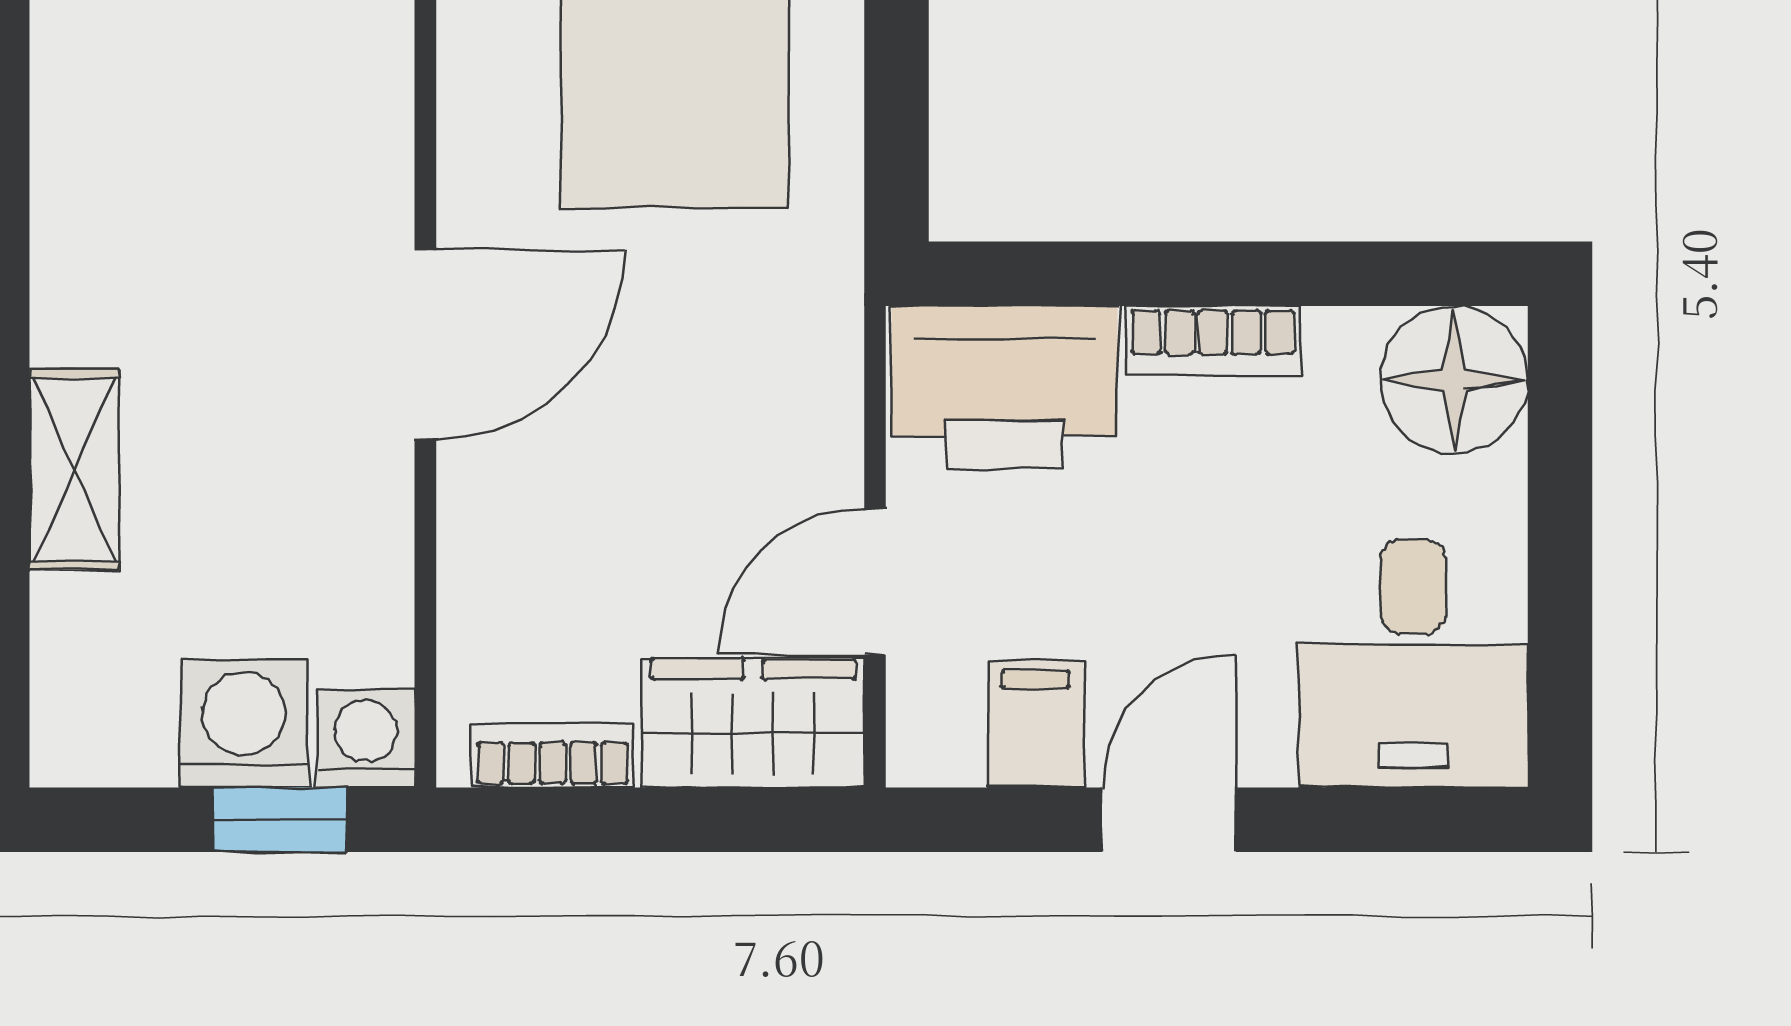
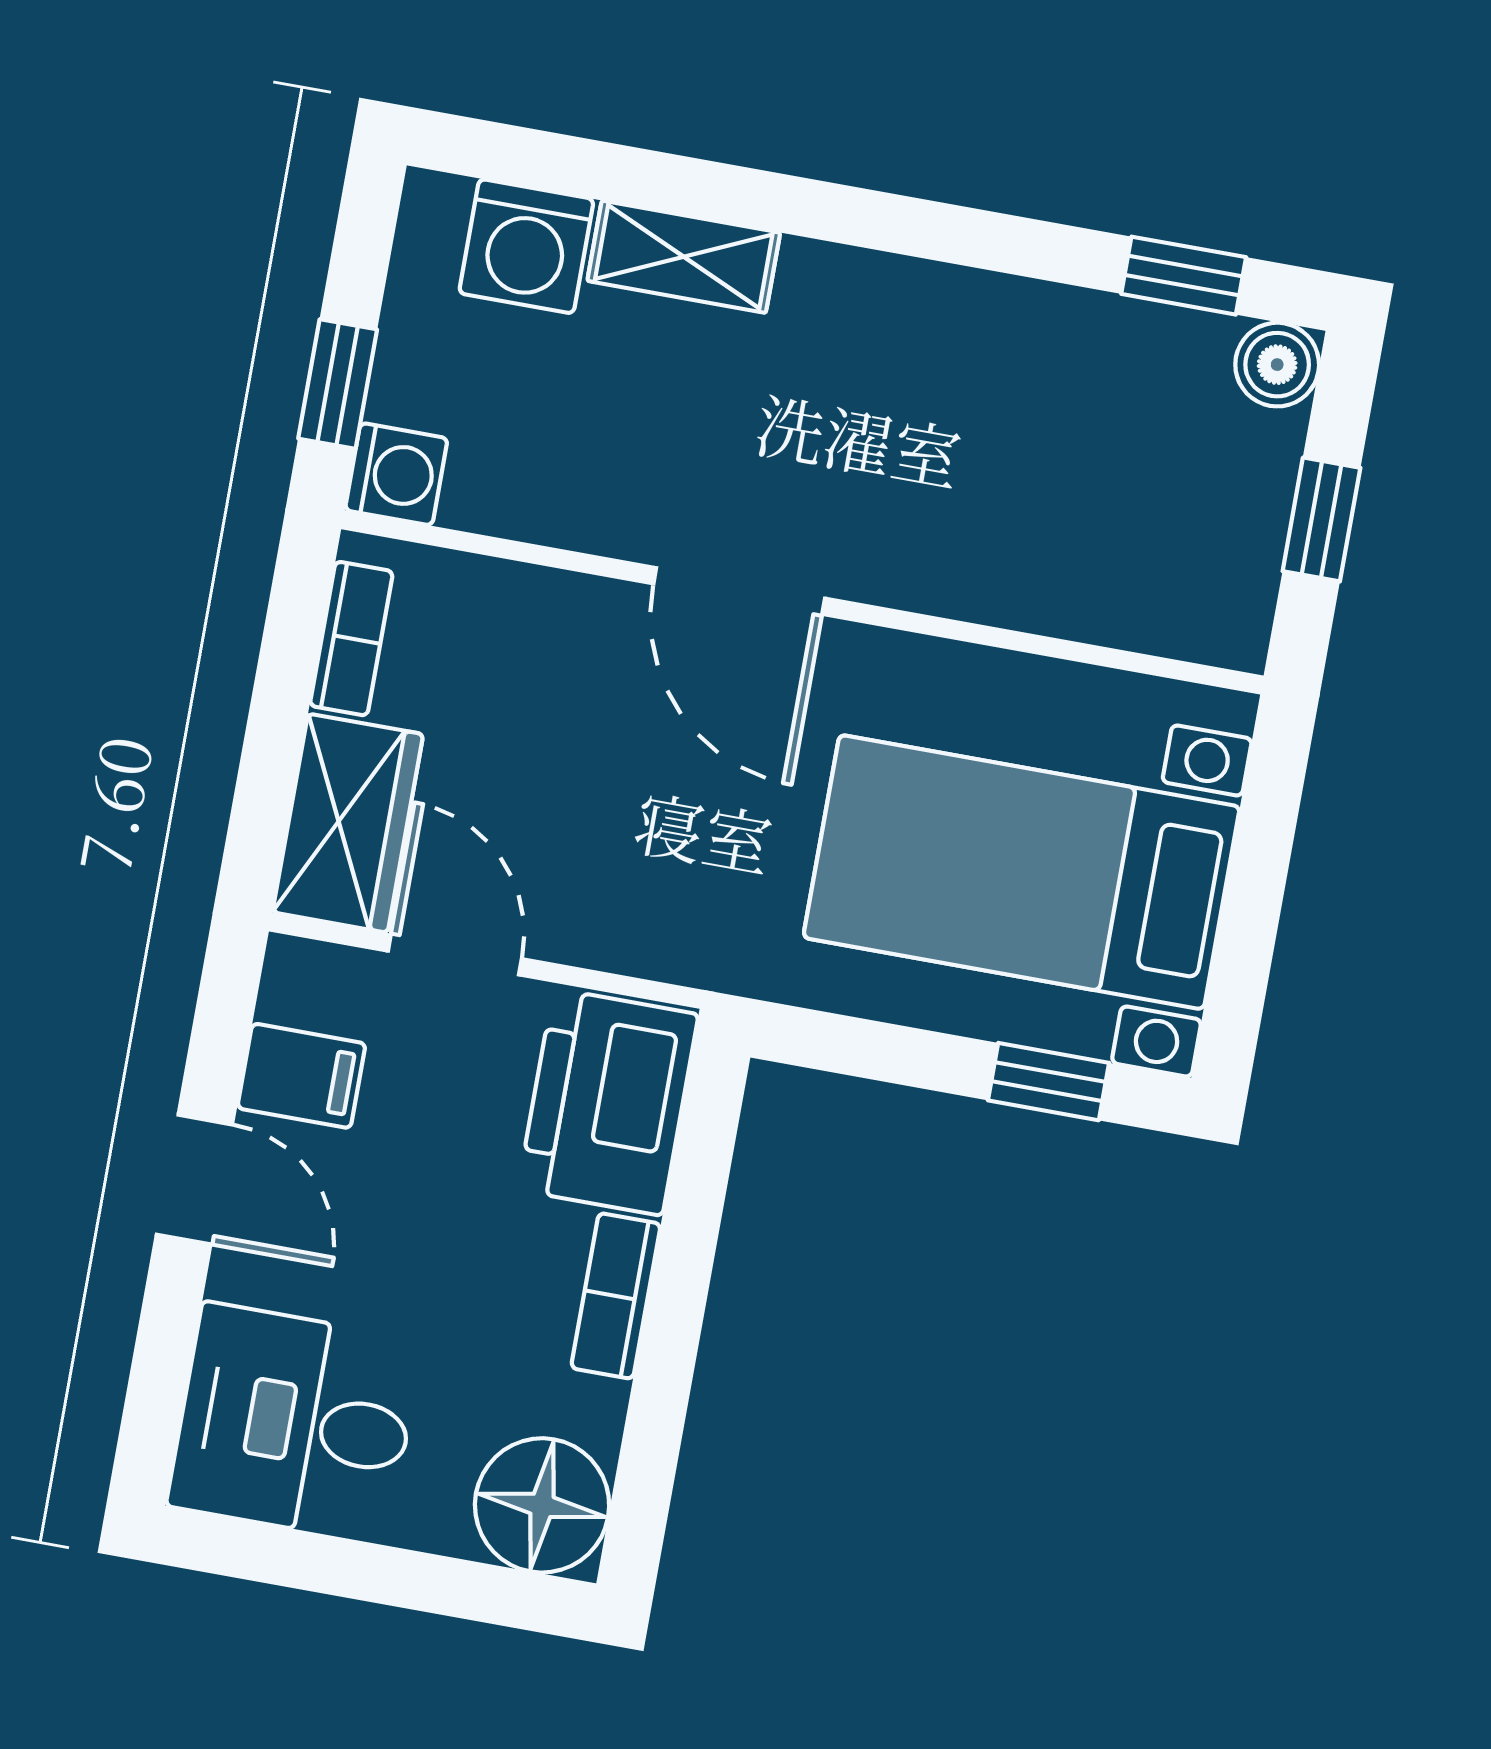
washing machine: (244, 723) -> (526, 246), moved, turned 90

